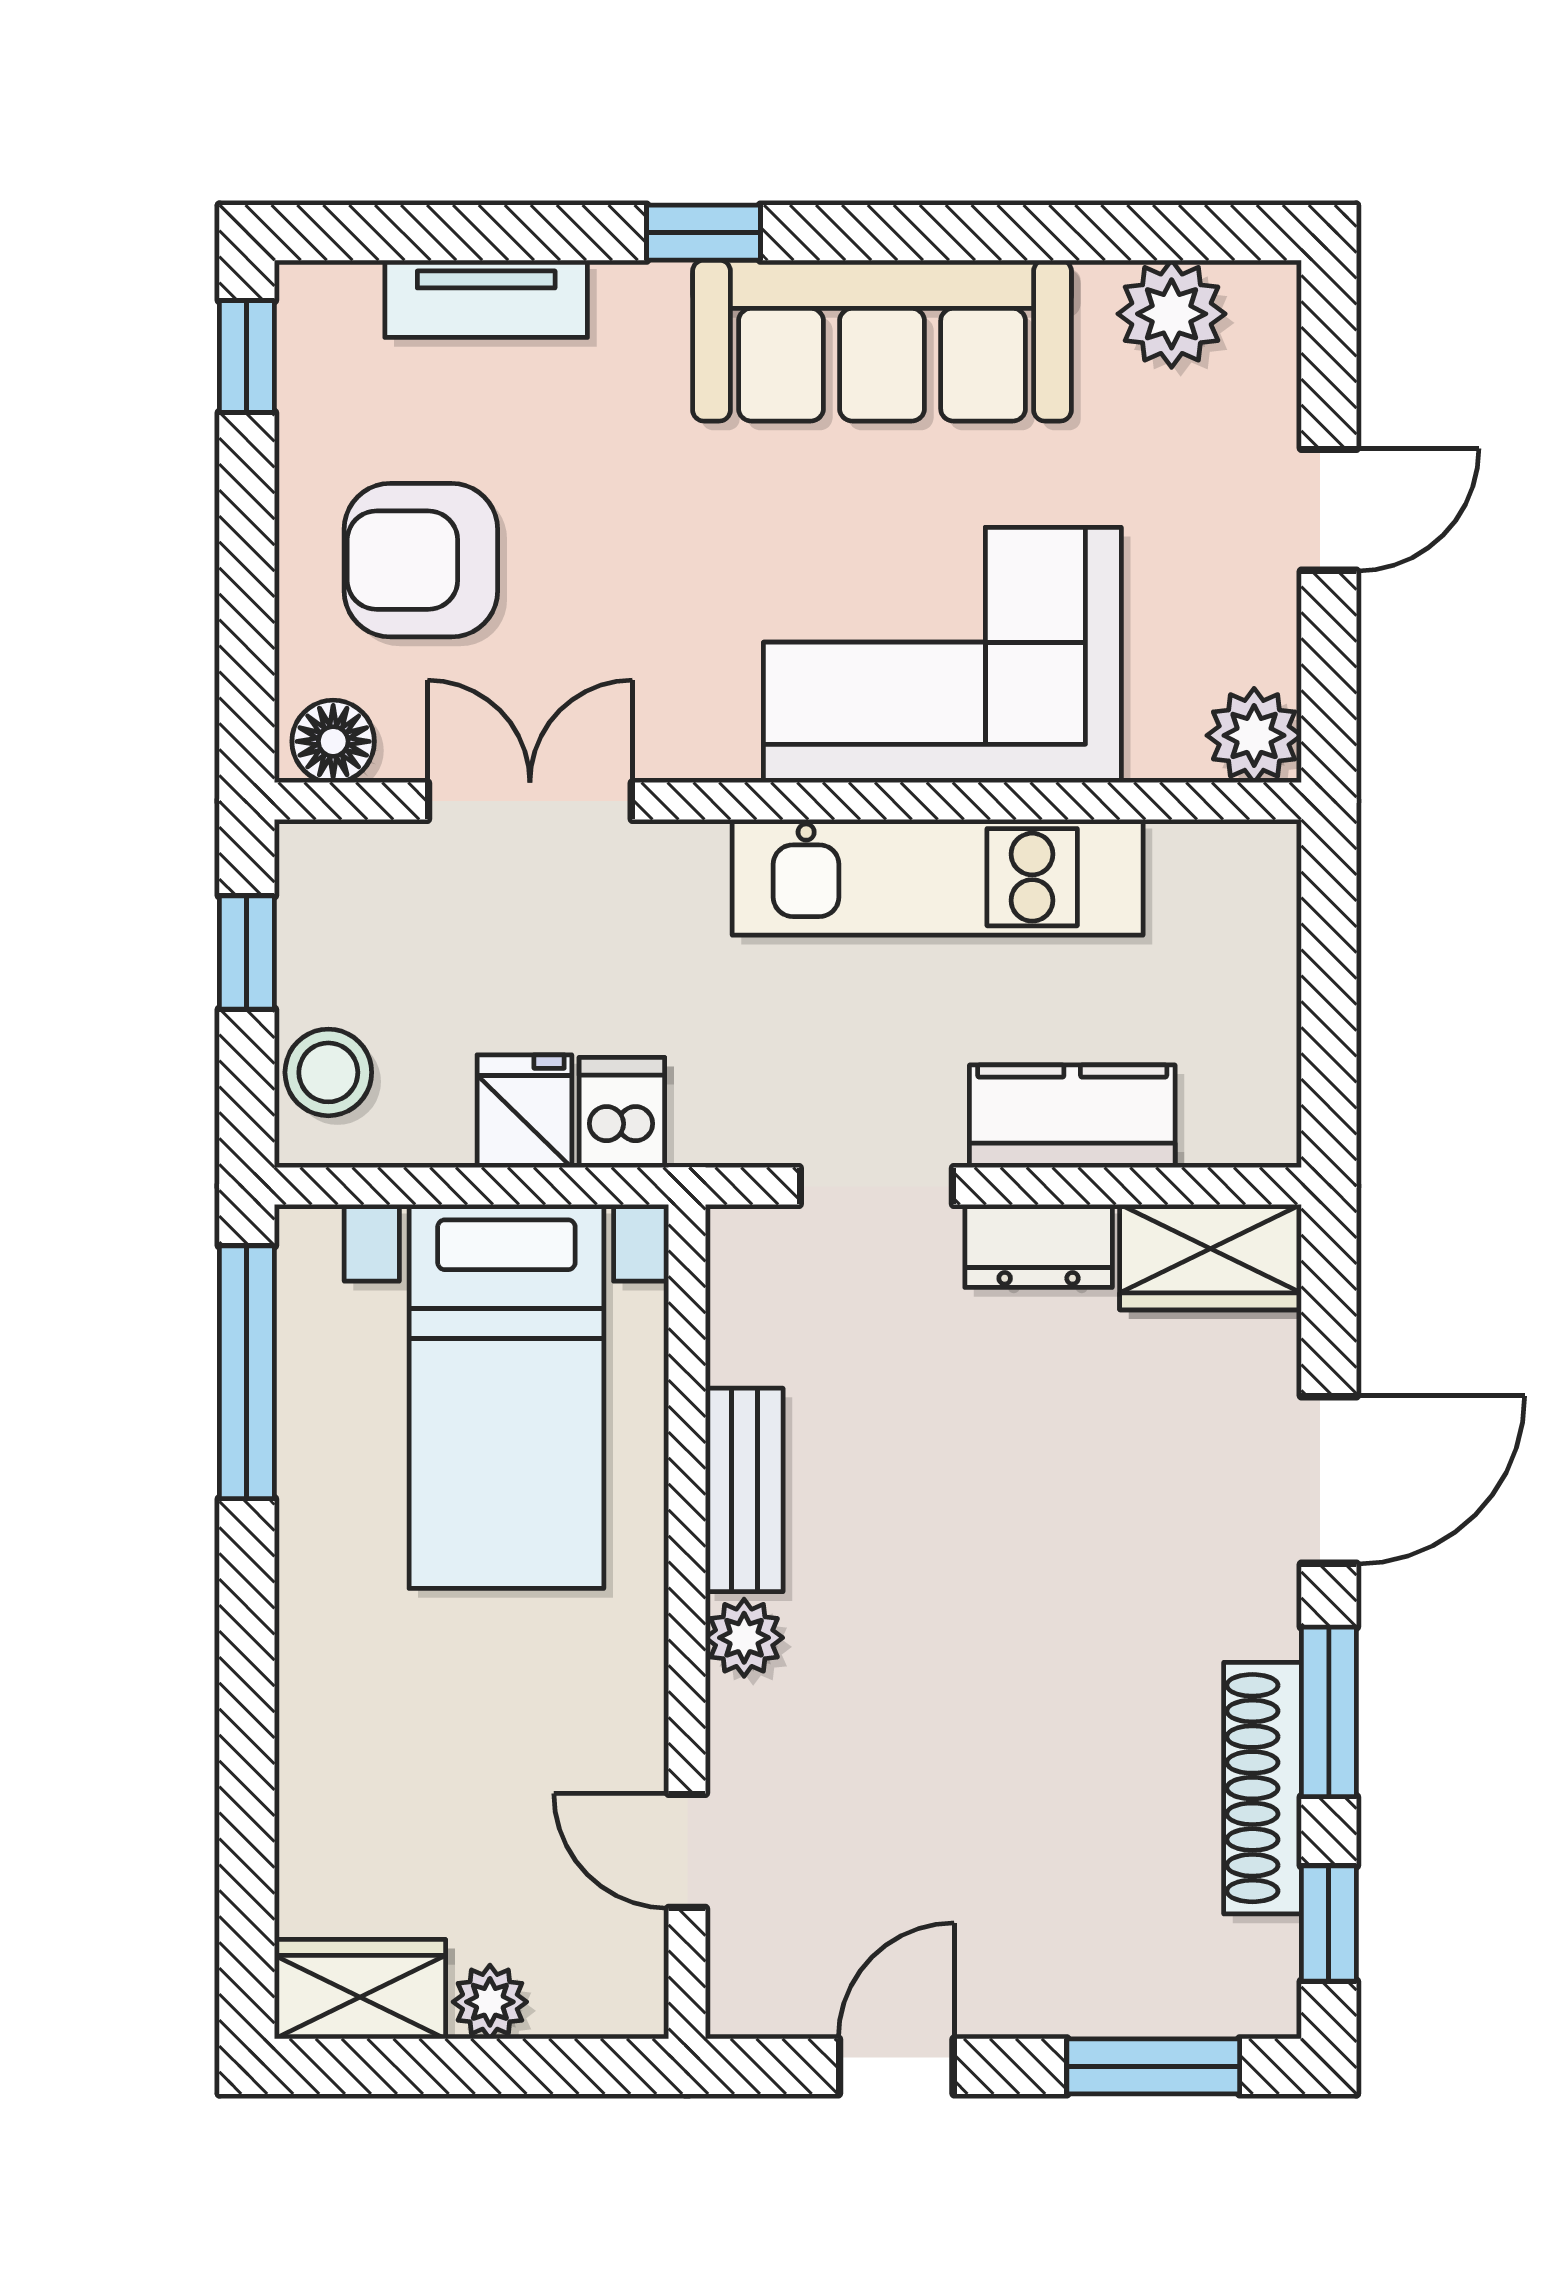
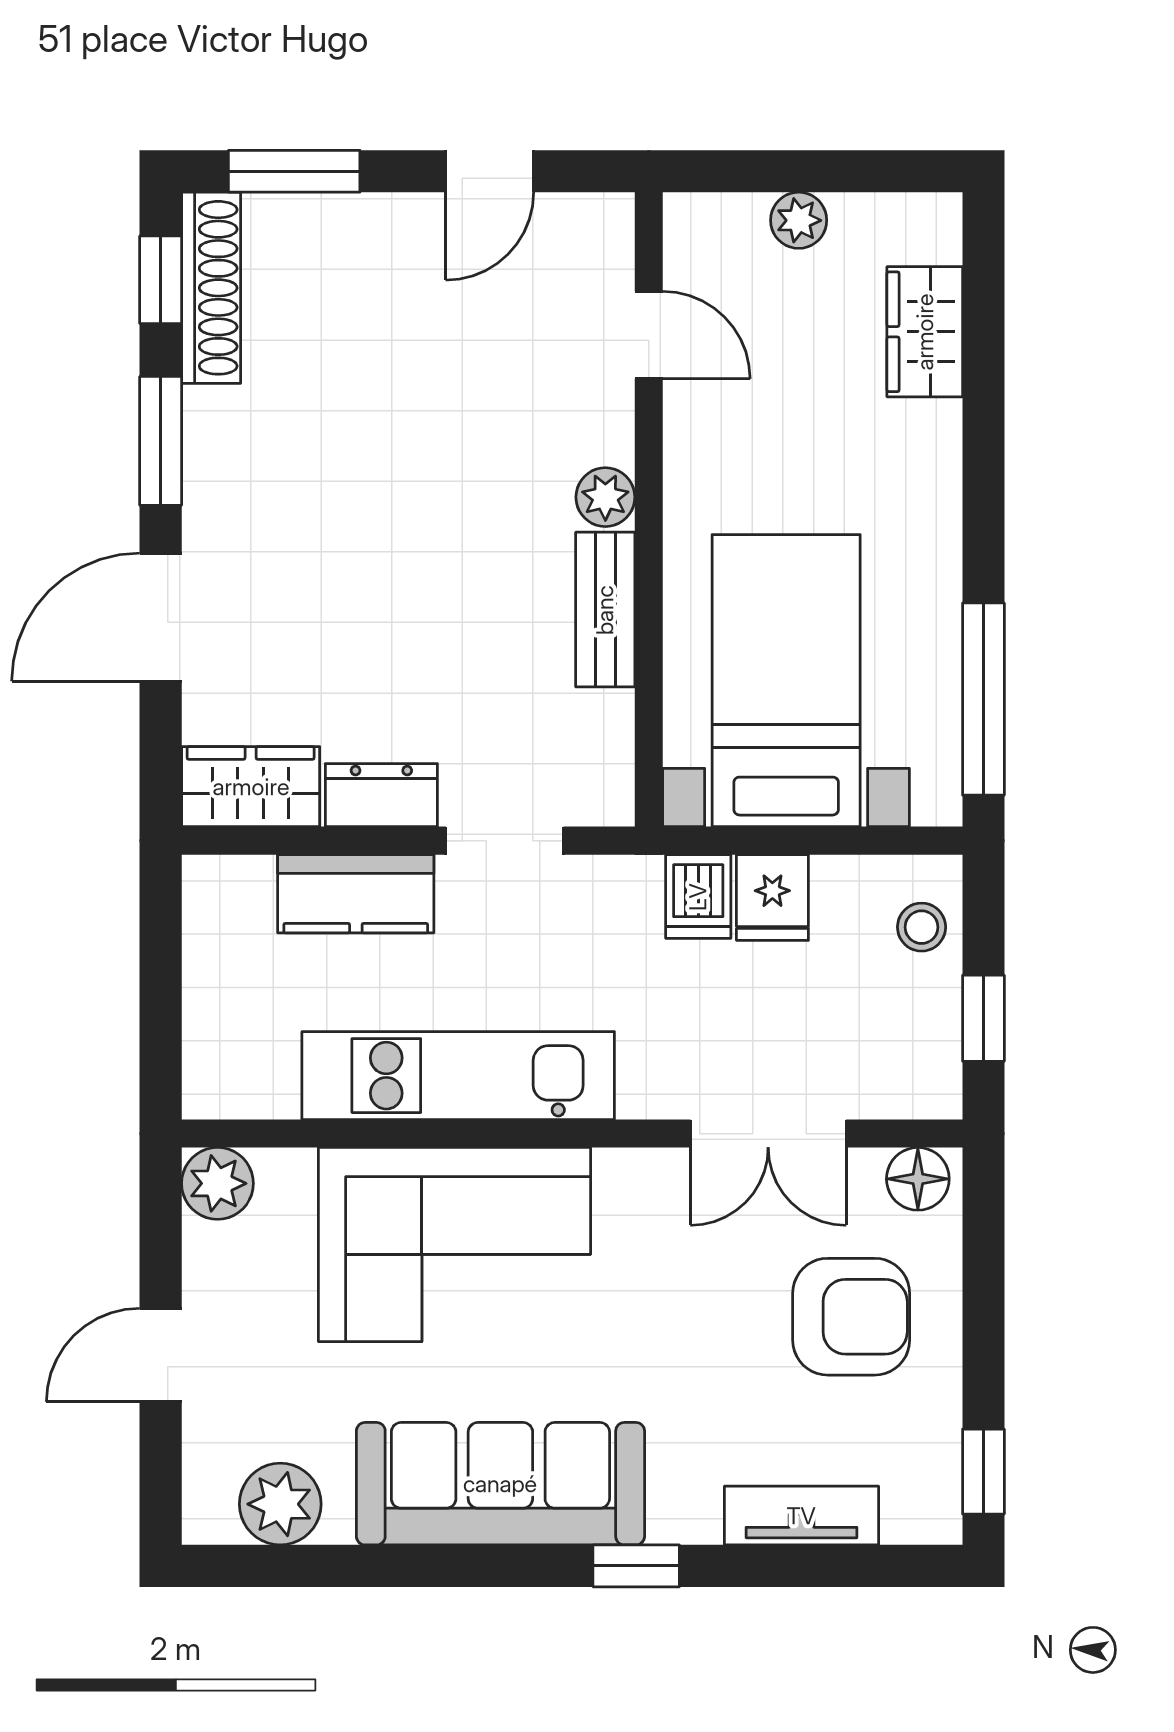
stool: (328, 1072) -> (922, 927), width x0.73, depth x0.73
shoe rack: (1262, 1788) -> (211, 288), moved
wardrobe: (360, 1989) -> (925, 332), moved, turned 90

